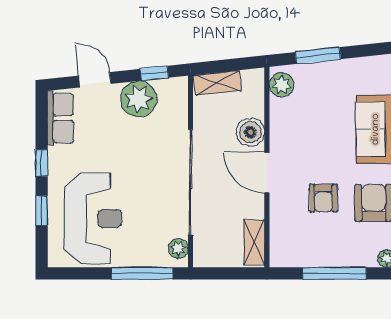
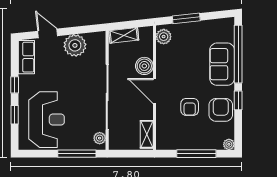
window: (154, 73) -> (85, 29), removed

